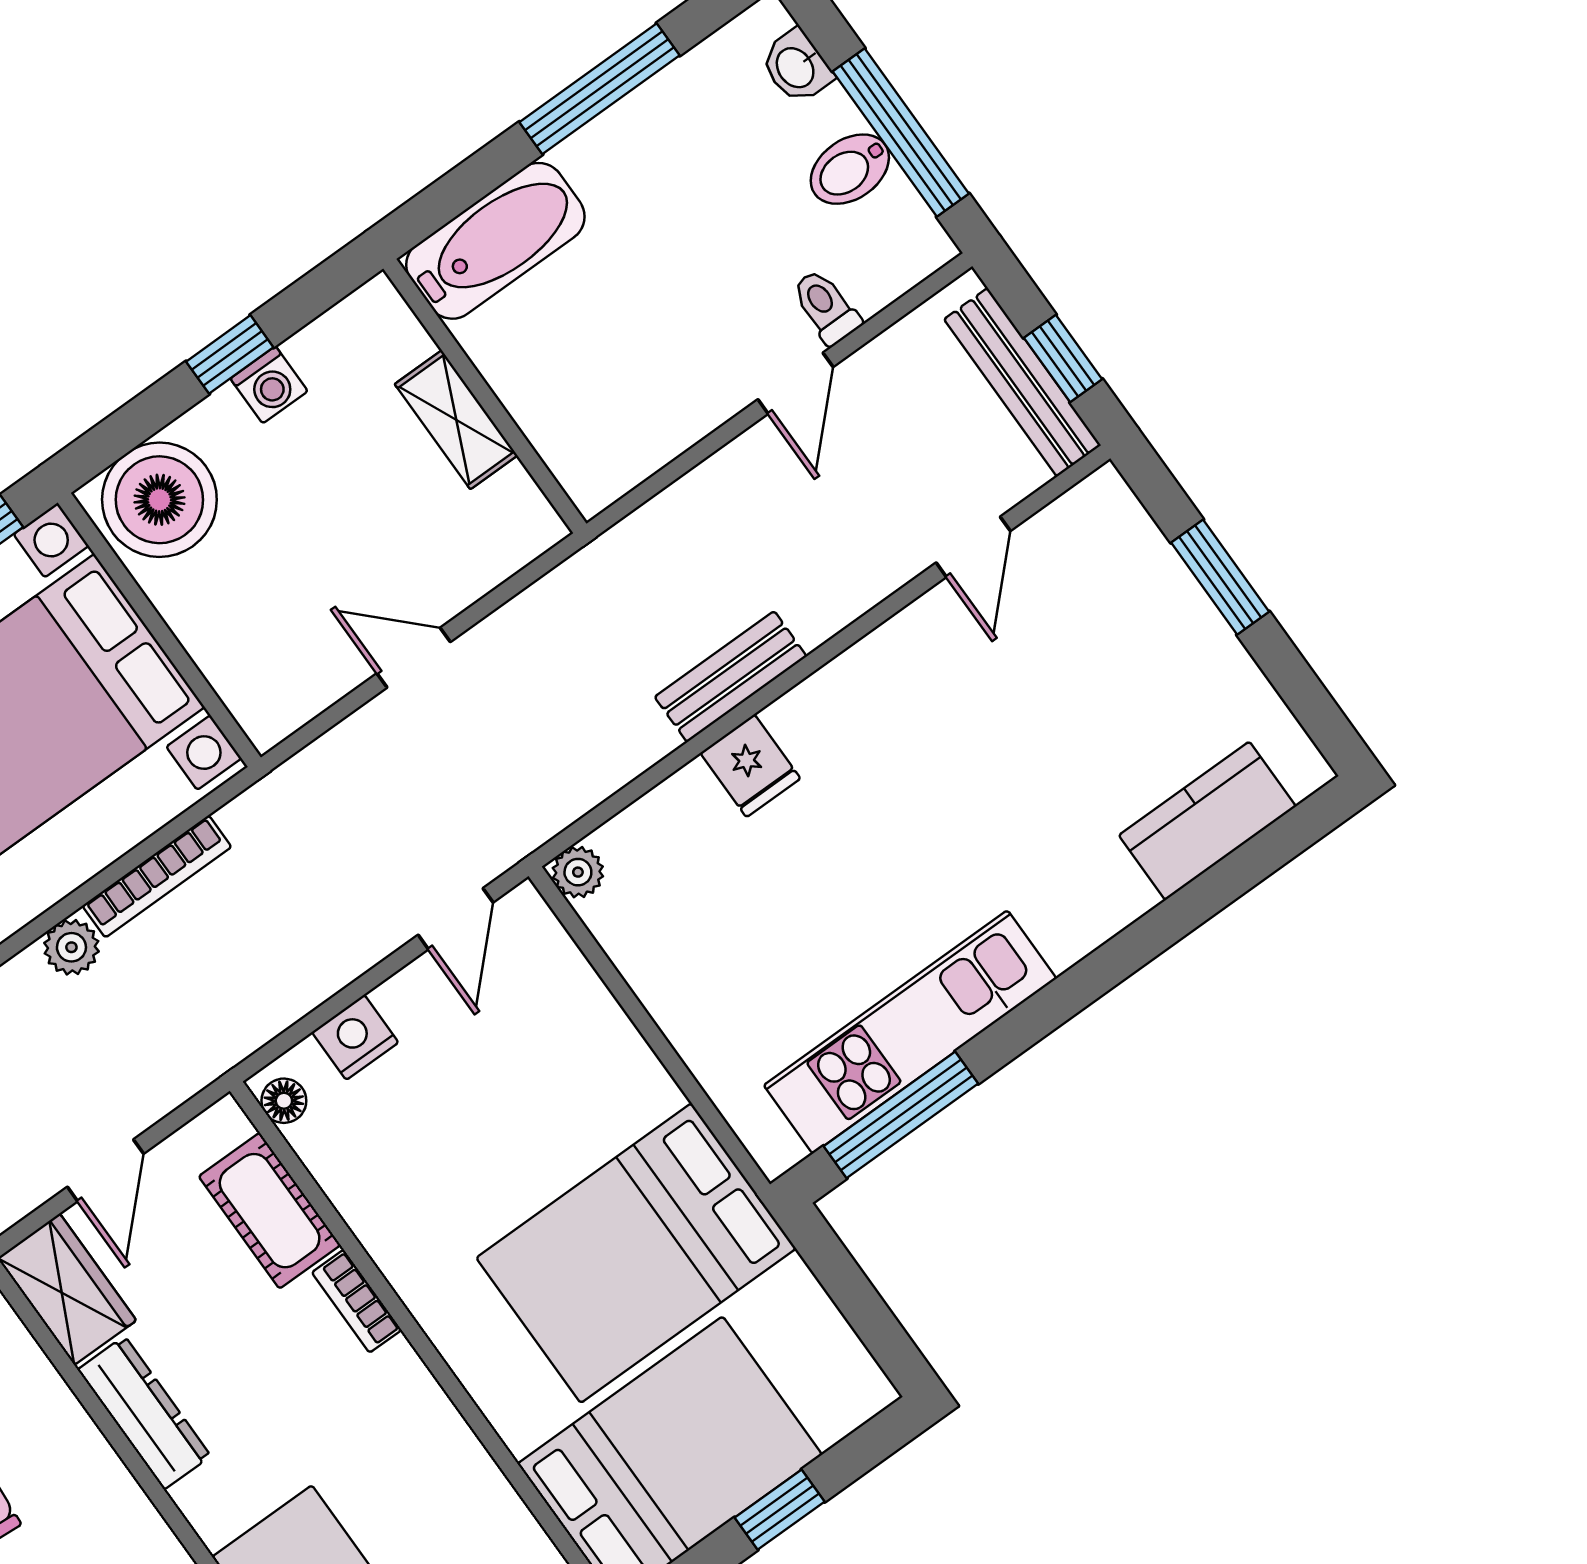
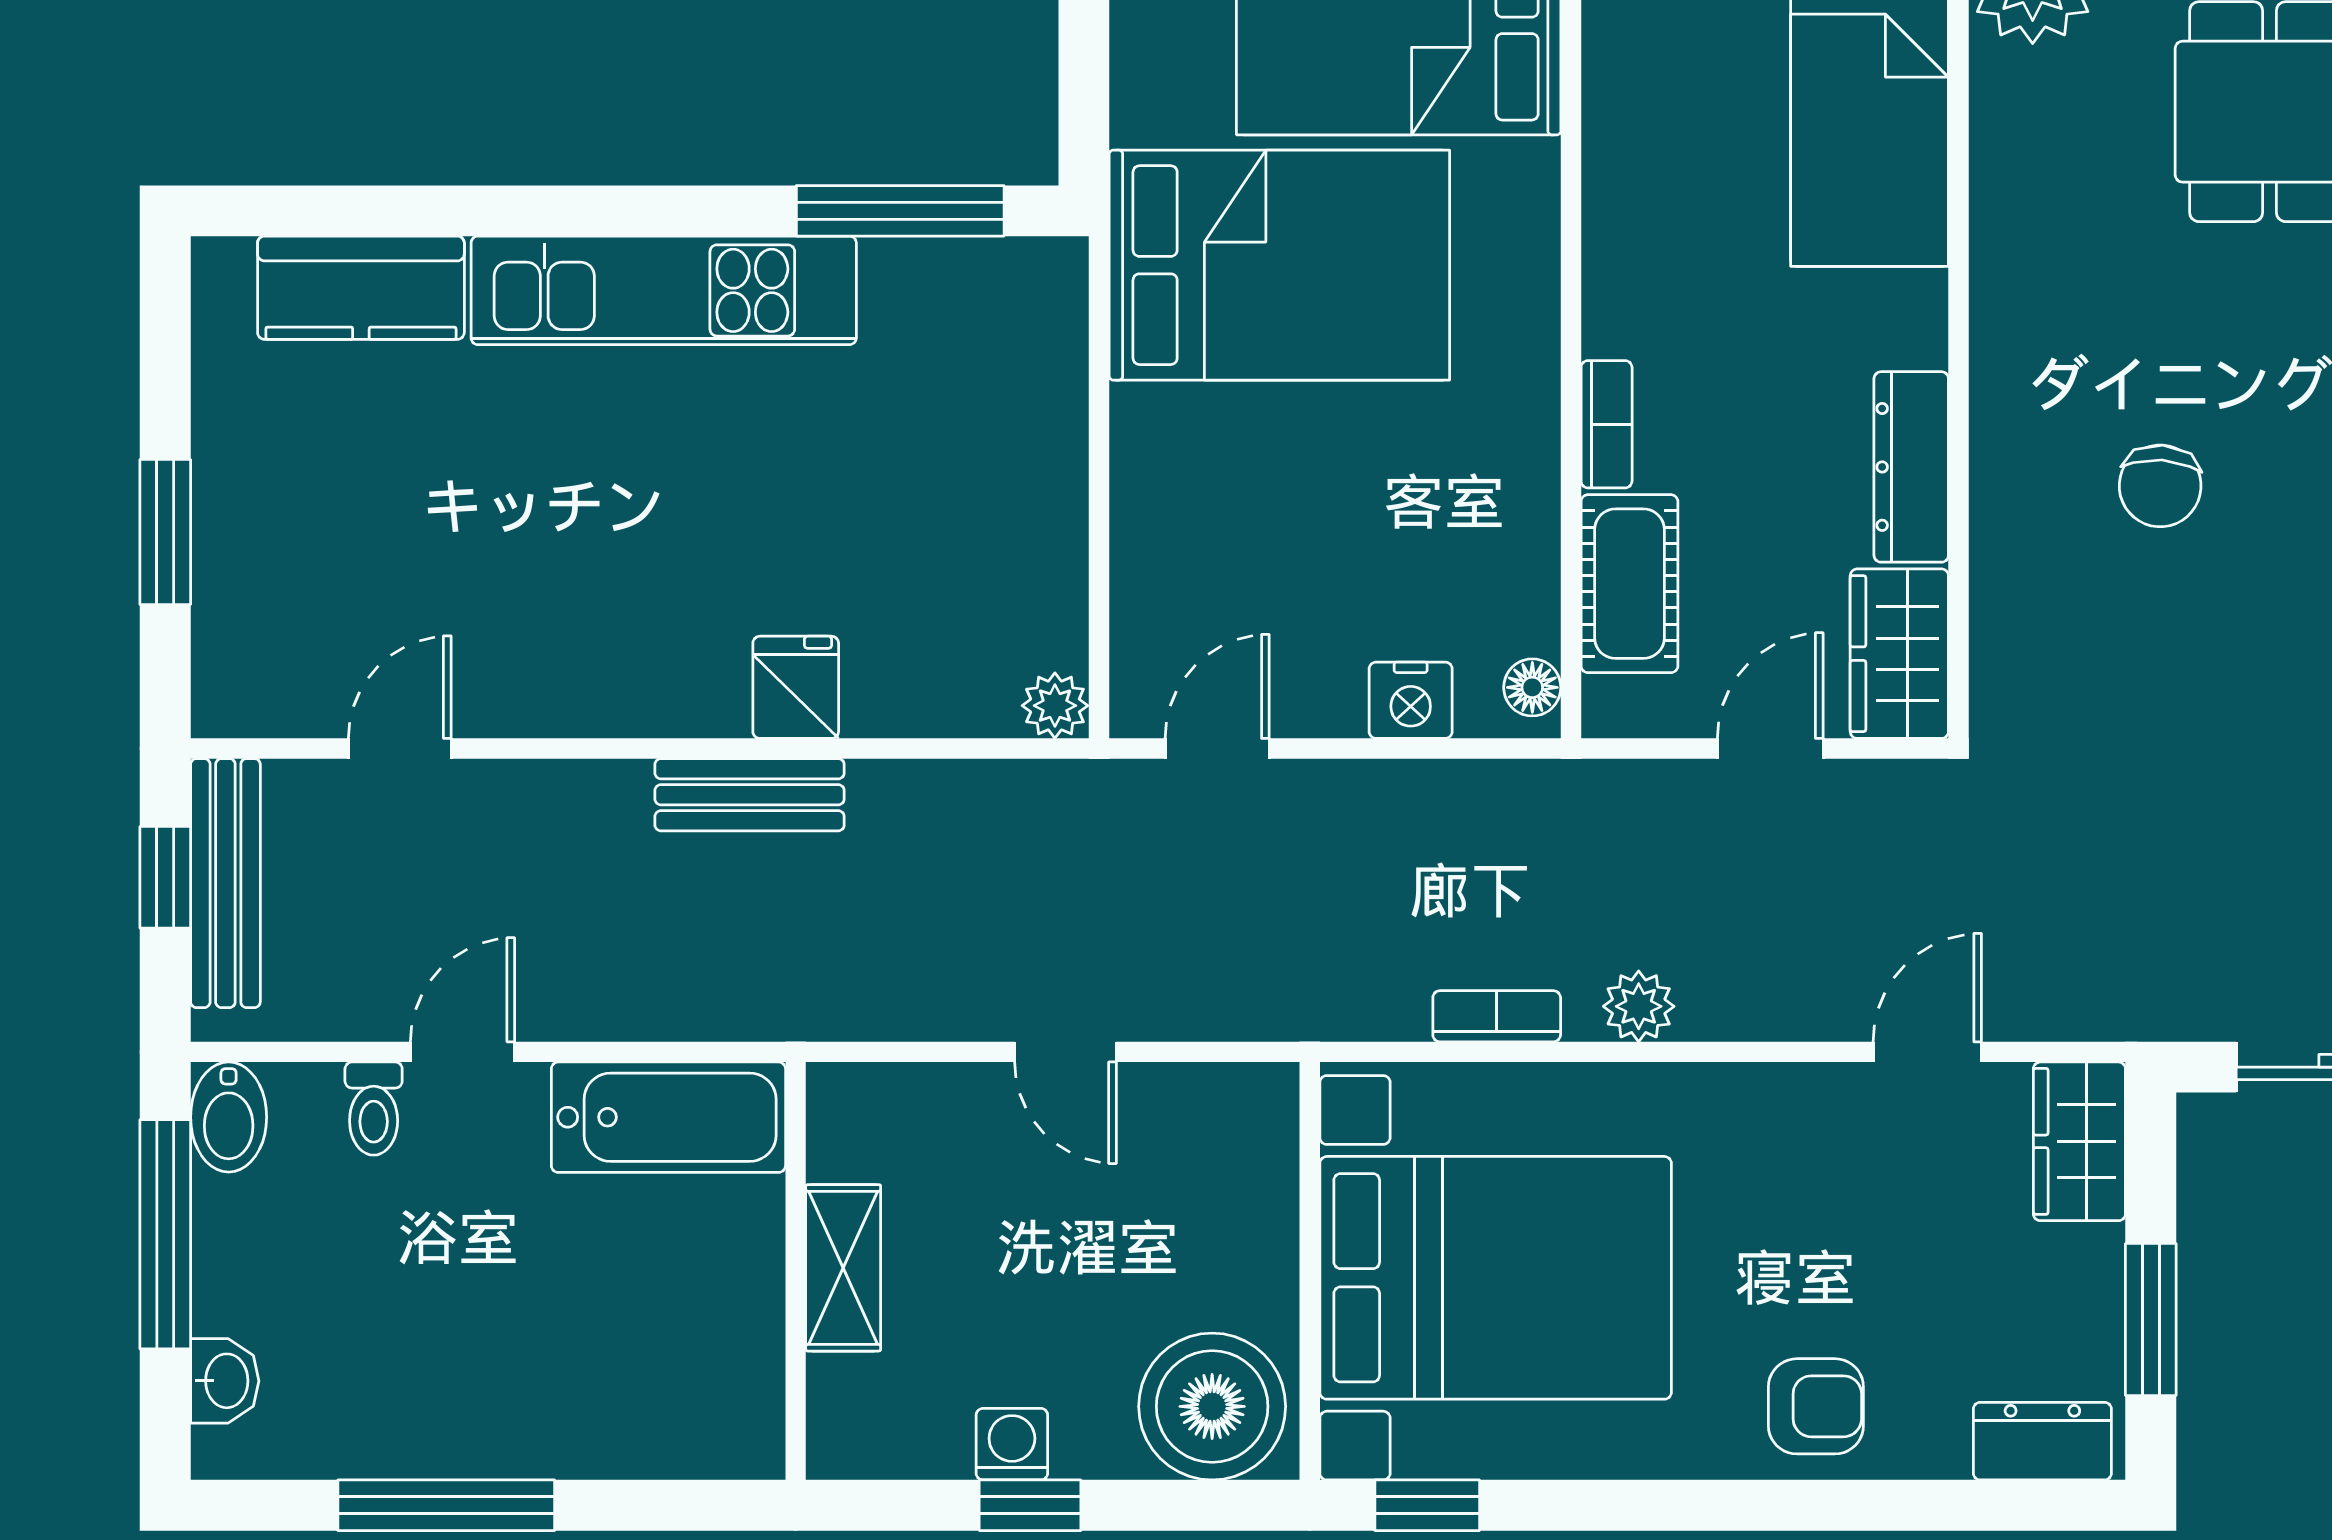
bidet: (850, 169) -> (229, 1117), moved, turned 90
bathtub: (495, 241) -> (668, 1117), moved, turned 180
bookcase: (157, 876) -> (1497, 1016), width x0.64
kitchen unit: (910, 1032) -> (664, 290), moved

